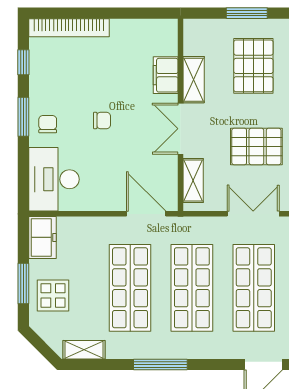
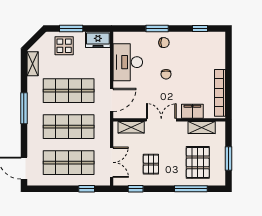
bookcase: (69, 28) -> (220, 93), moved
pallet: (253, 66) -> (198, 162), turned 90
shelving: (194, 80) -> (202, 128), moved
window: (23, 117) -> (157, 28), moved
pallet: (256, 146) -> (151, 164), width x0.67, depth x0.71
desk: (54, 179) -> (128, 62), moved, turned -90

